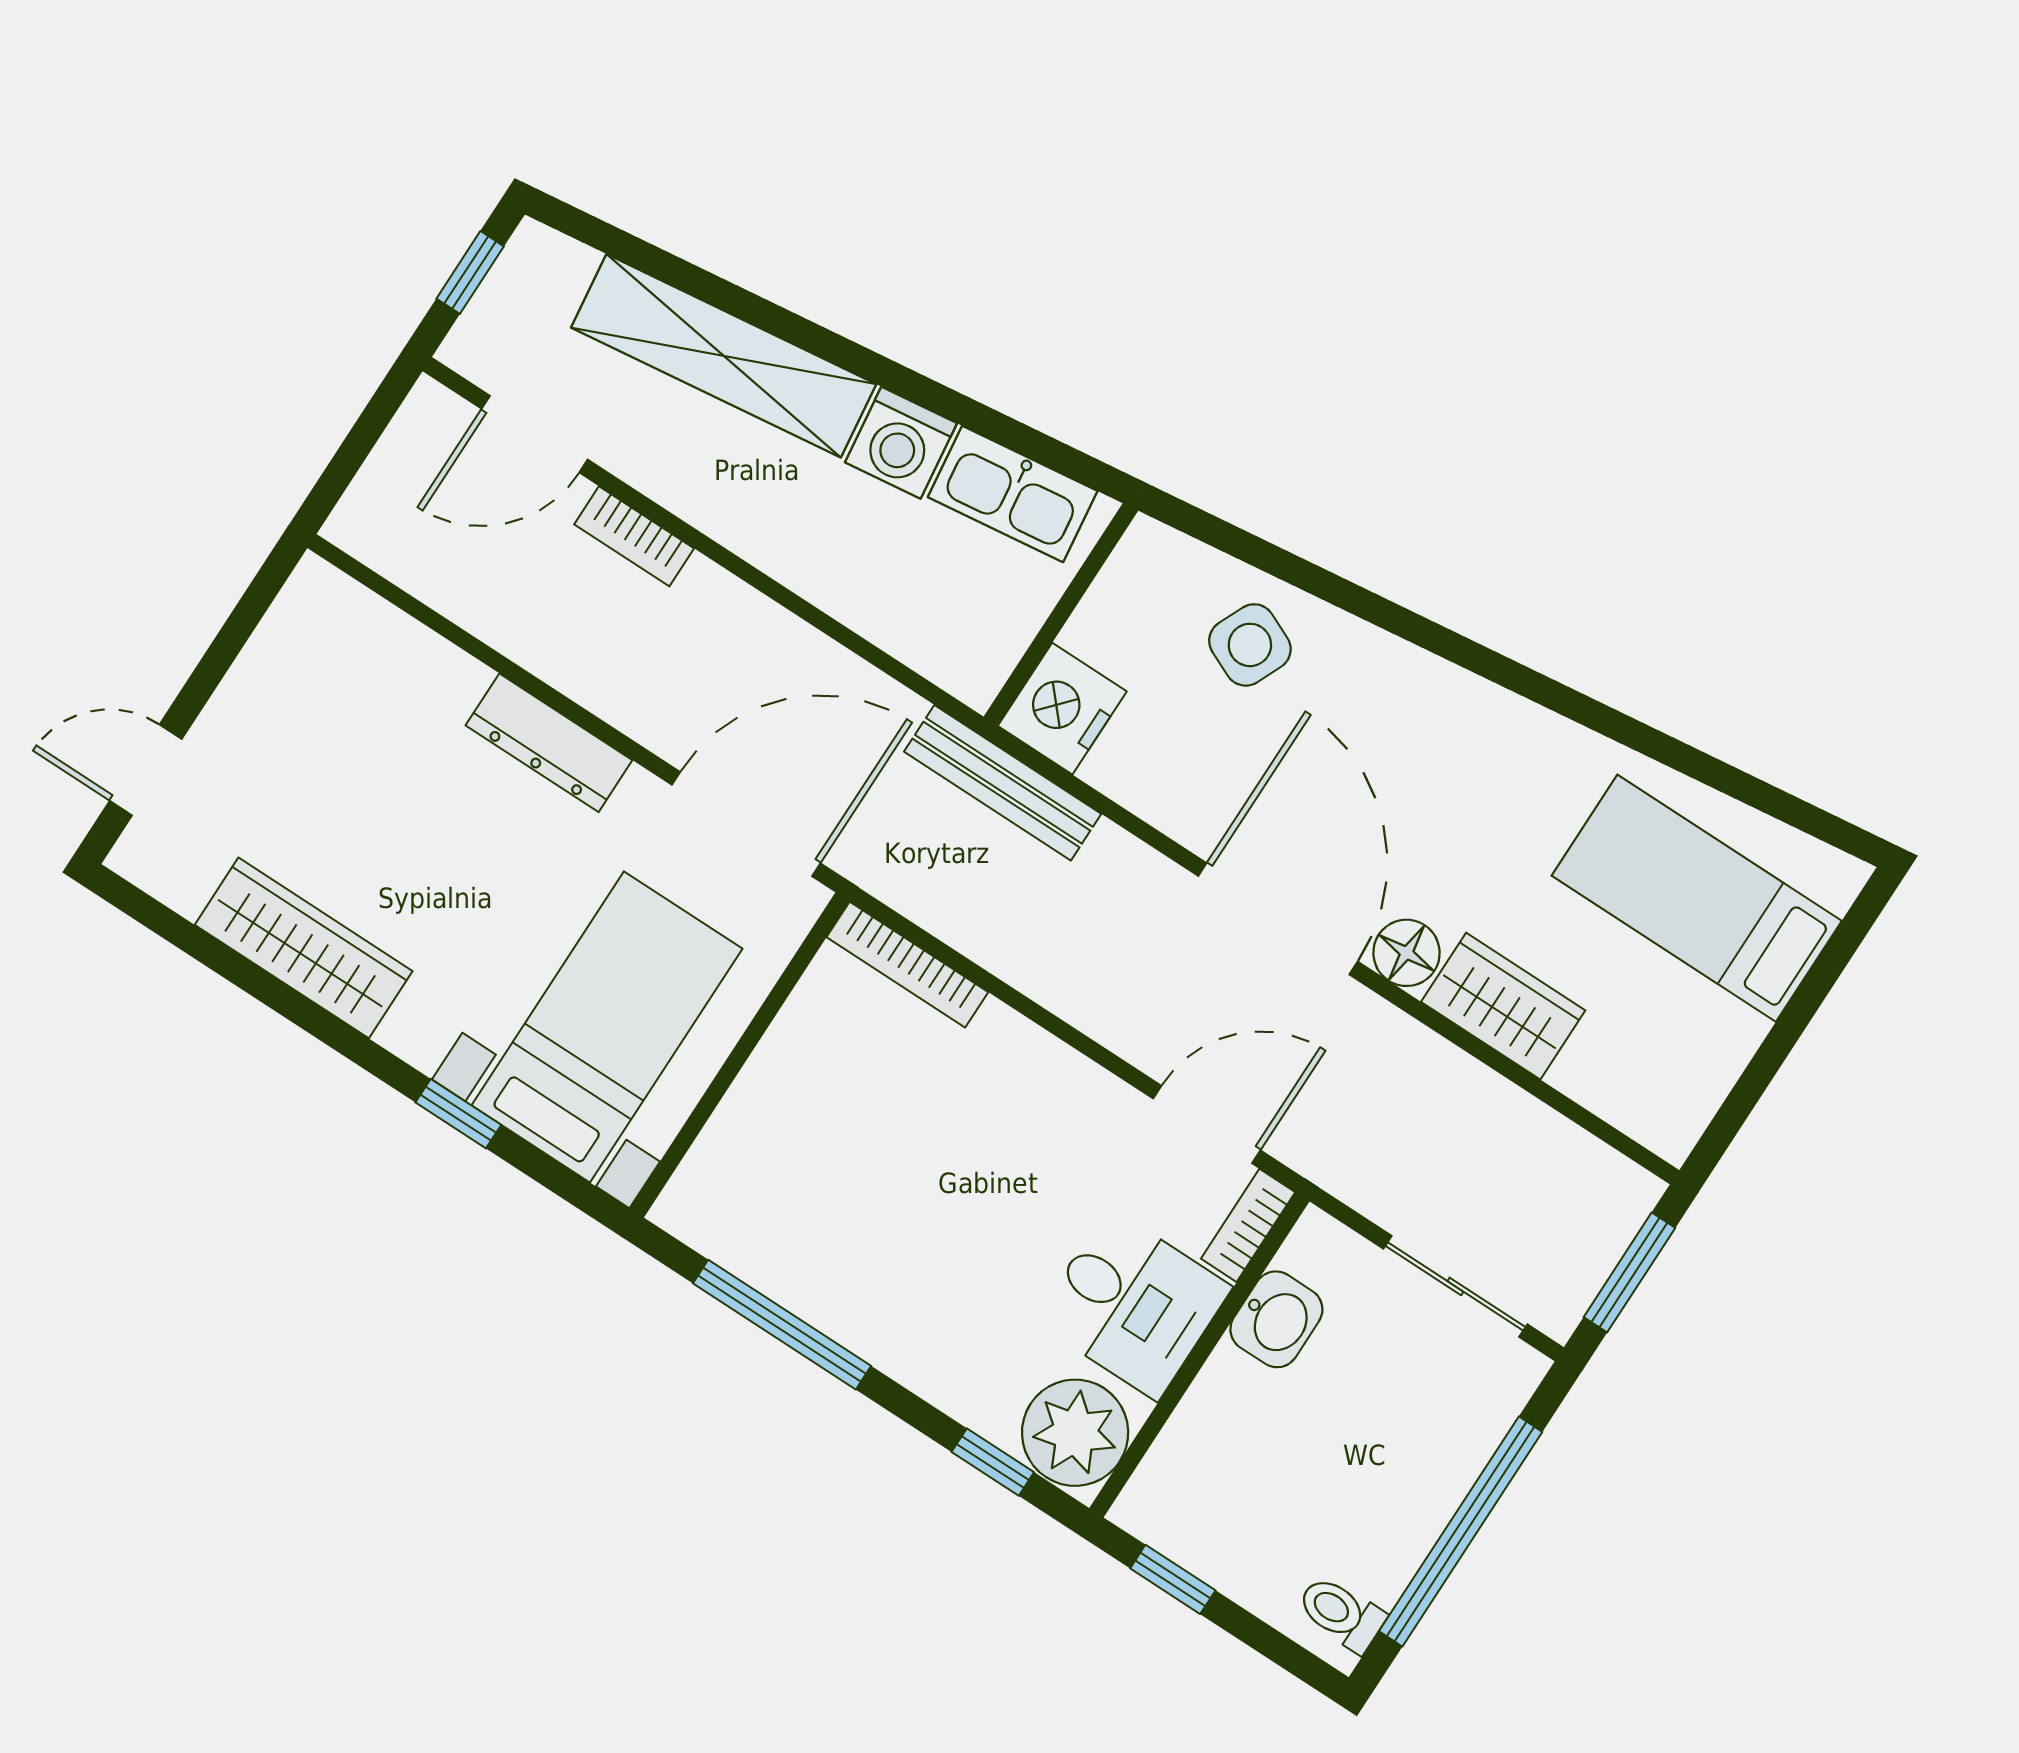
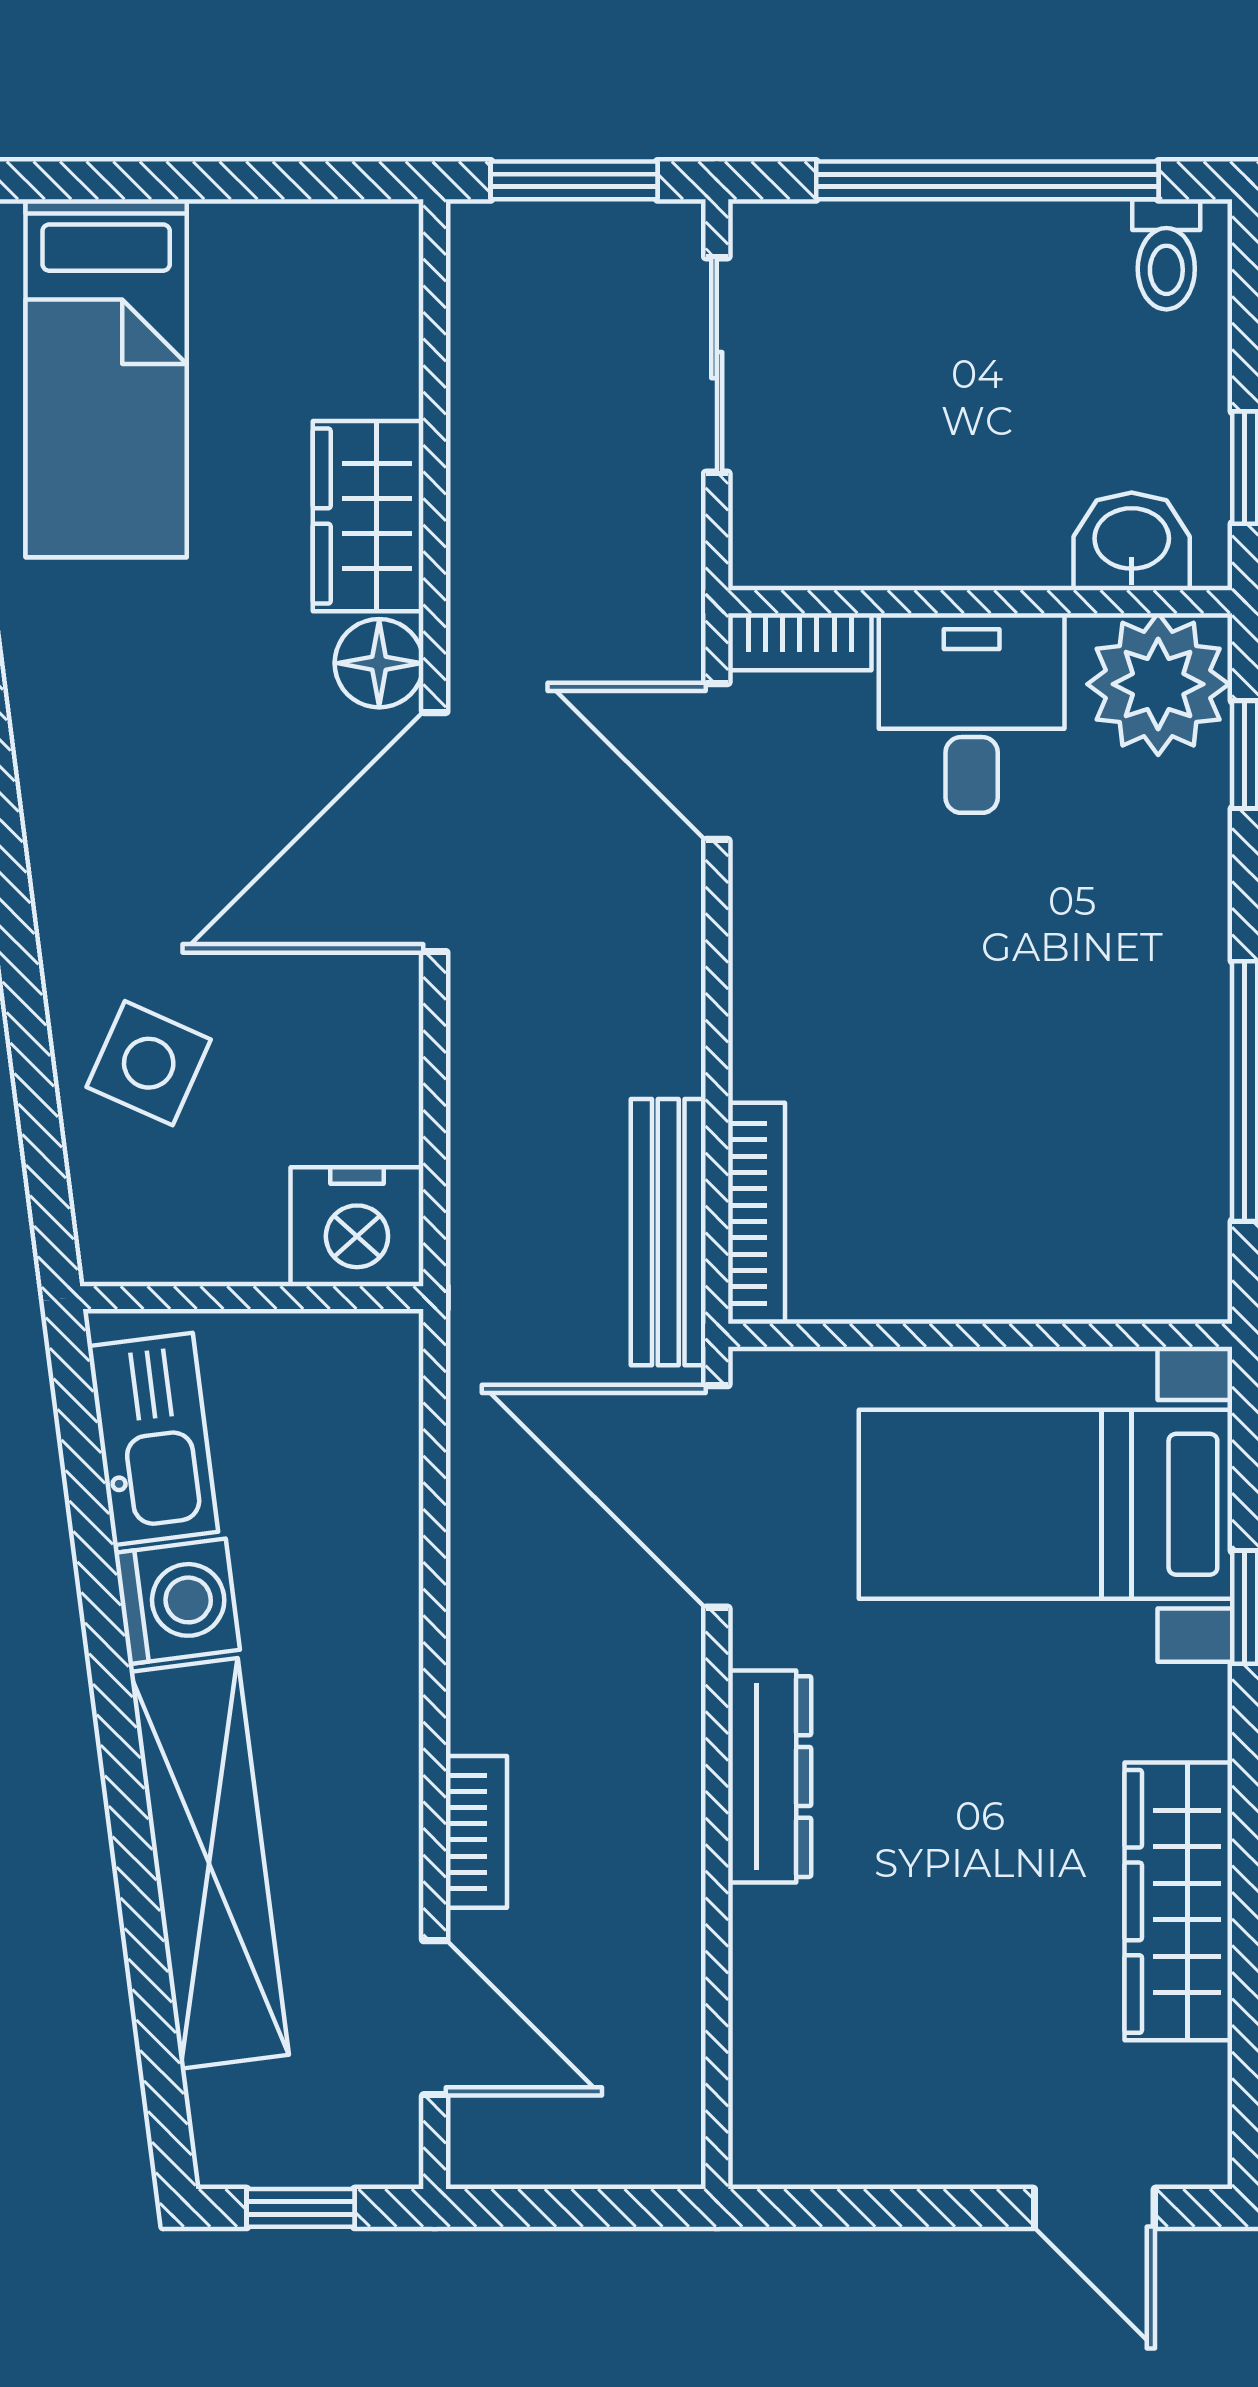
bench: (1003, 783) -> (668, 1232), moved
washbasin: (1276, 1319) -> (1132, 541), moved

